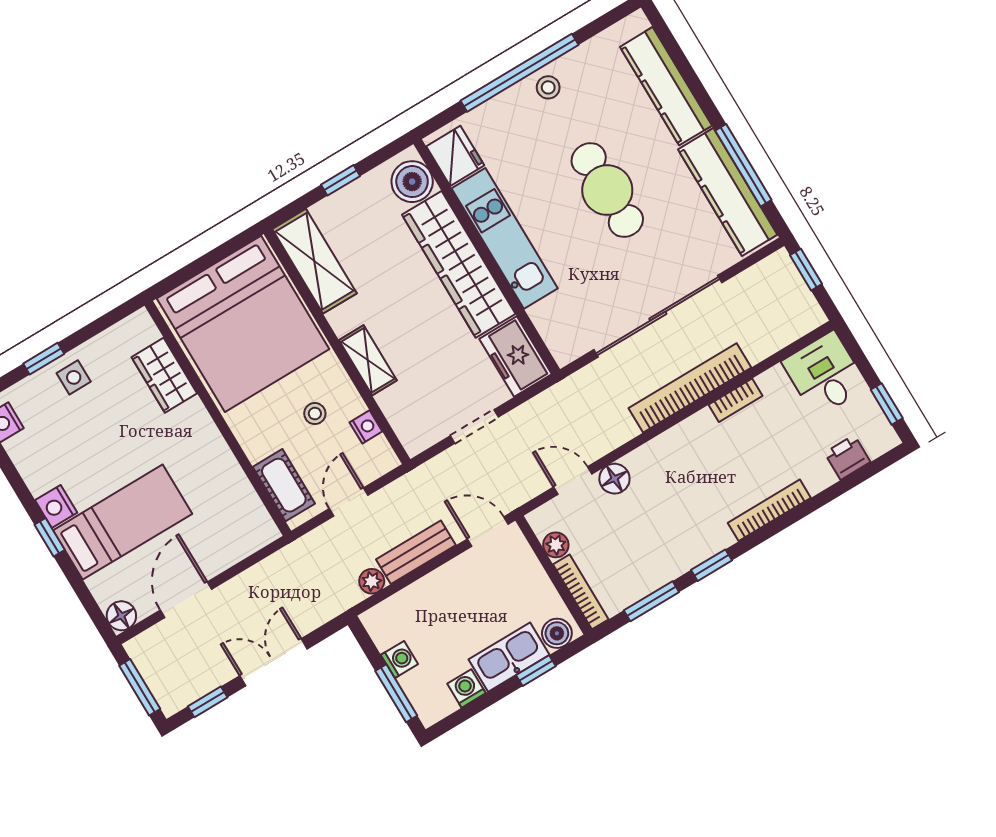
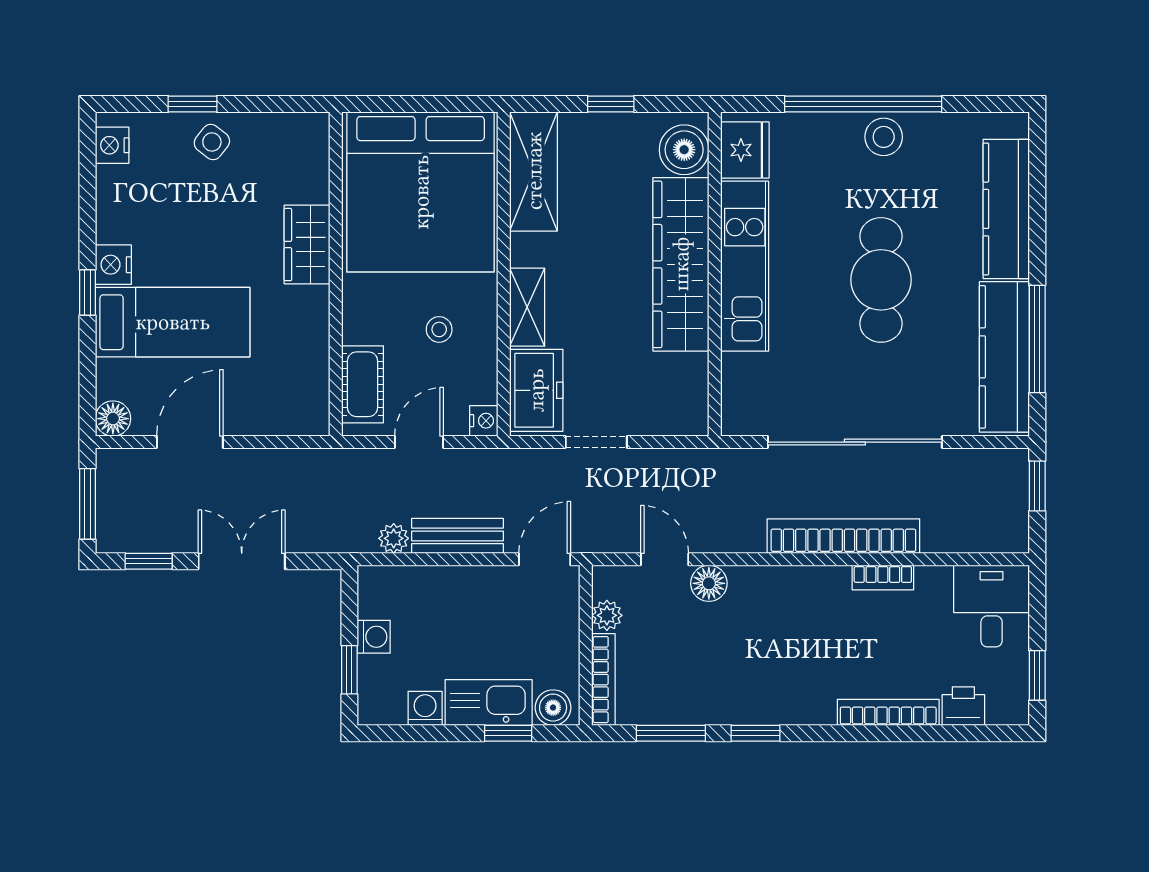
stool: (548, 87) -> (884, 137), width x1.37, depth x1.37
freezer: (515, 356) -> (536, 390), moved, turned 180
wardrobe: (164, 375) -> (307, 245), moved
side table: (74, 377) -> (212, 142), turned 38
nightstand: (366, 427) -> (484, 421), moved
bookcase: (769, 510) -> (888, 712), moved
door: (488, 532) -> (545, 559), hinge flipped
window: (396, 693) -> (349, 670), width x0.67

